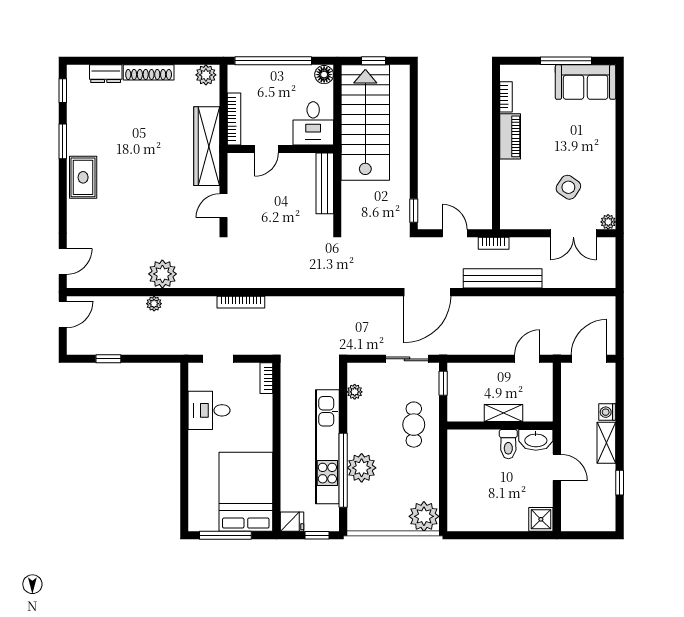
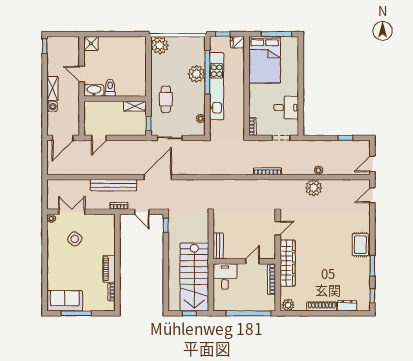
floor lamp: (324, 75) -> (219, 305), removed
bench: (325, 183) -> (218, 246), width x0.73
shelving: (503, 413) -> (135, 106), moved
window: (620, 483) -> (45, 46), moved

